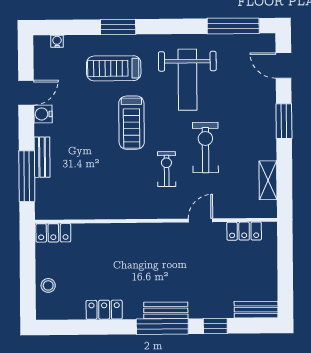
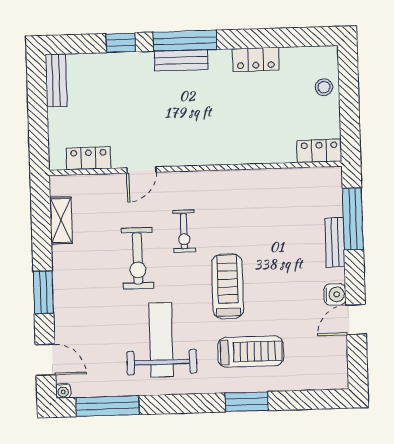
water cooler: (57, 41) -> (63, 391), moved
bench: (256, 310) -> (56, 80), moved, turned 90

